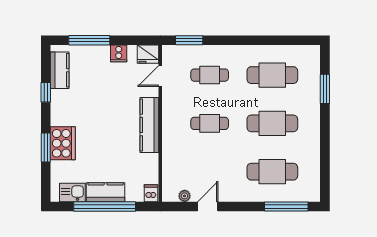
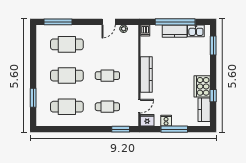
window: (89, 40) -> (174, 129), moved
cooker: (63, 143) -> (202, 86), moved
window: (46, 148) -> (213, 46), moved

